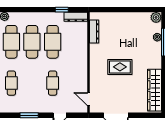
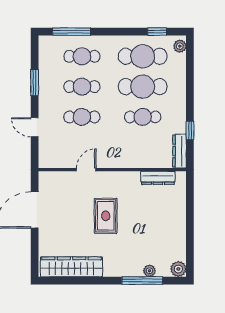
cafe table: (53, 42) -> (143, 117), width x0.73, depth x0.74
cafe table: (32, 83) -> (82, 87), added
door: (88, 99) -> (86, 170), moved

